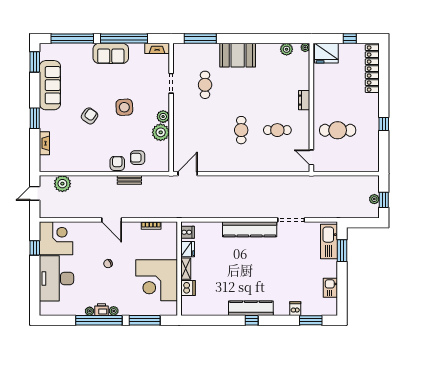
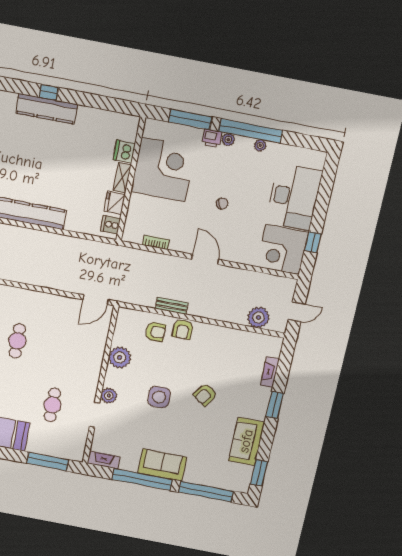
sofa: (50, 85) -> (246, 441), width x0.73
plant: (163, 117) -> (109, 396), moved
printer: (102, 310) -> (212, 138), moved

